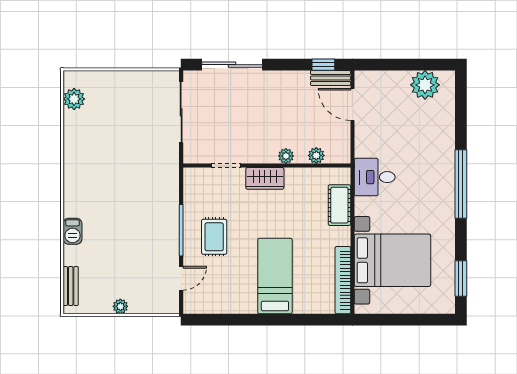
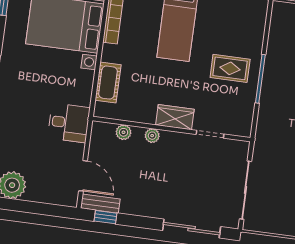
desk: (375, 177) -> (69, 123), moved
rug: (214, 237) -> (230, 68), turned 90
door: (181, 278) -> (266, 34), removed

